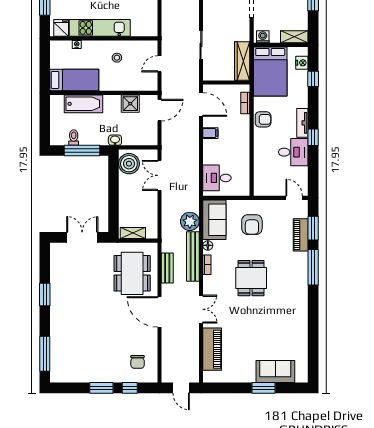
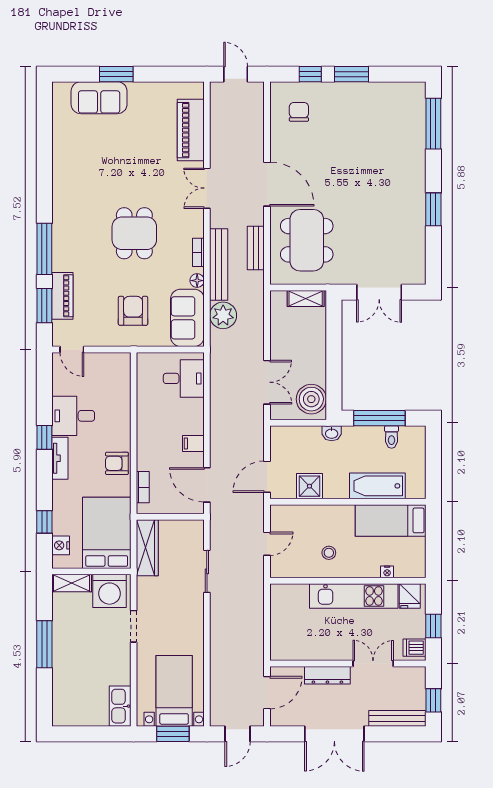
washing machine: (263, 37) -> (110, 591), width x1.89, depth x1.89

